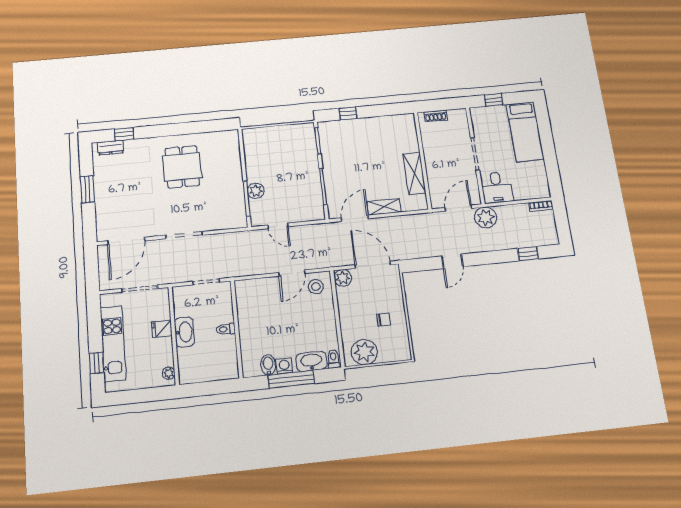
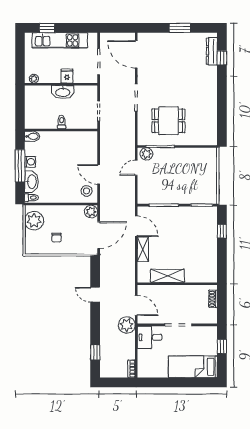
dresser: (111, 148) -> (212, 51), width x1.44
dining table: (182, 167) -> (168, 121), moved
plant: (256, 191) -> (146, 154), moved
bidet: (268, 365) -> (32, 136), moved

